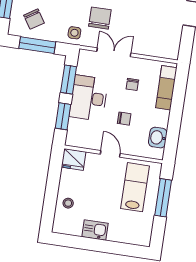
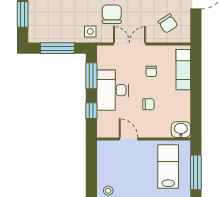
chair: (34, 19) -> (168, 23), moved
window: (63, 116) -> (91, 111), width x0.67
washbasin: (158, 138) -> (181, 130), moved, turned 90
door: (110, 154) -> (129, 139), moved
fridge: (74, 159) -> (107, 149), removed

